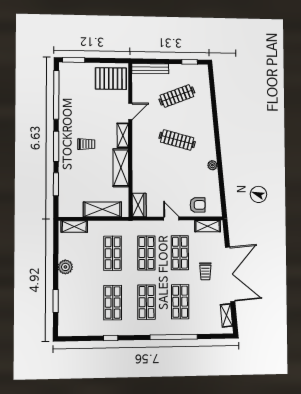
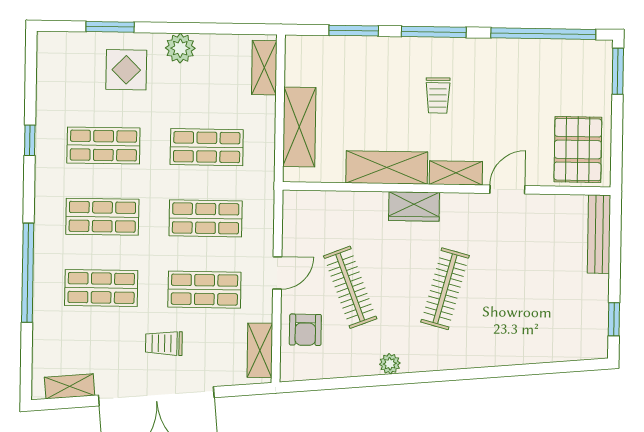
clothes rail: (177, 96) -> (350, 287), moved
door: (130, 111) -> (507, 189), swing flipped
wardrobe: (139, 205) -> (414, 207), moved
display table: (76, 293) -> (126, 70), added

